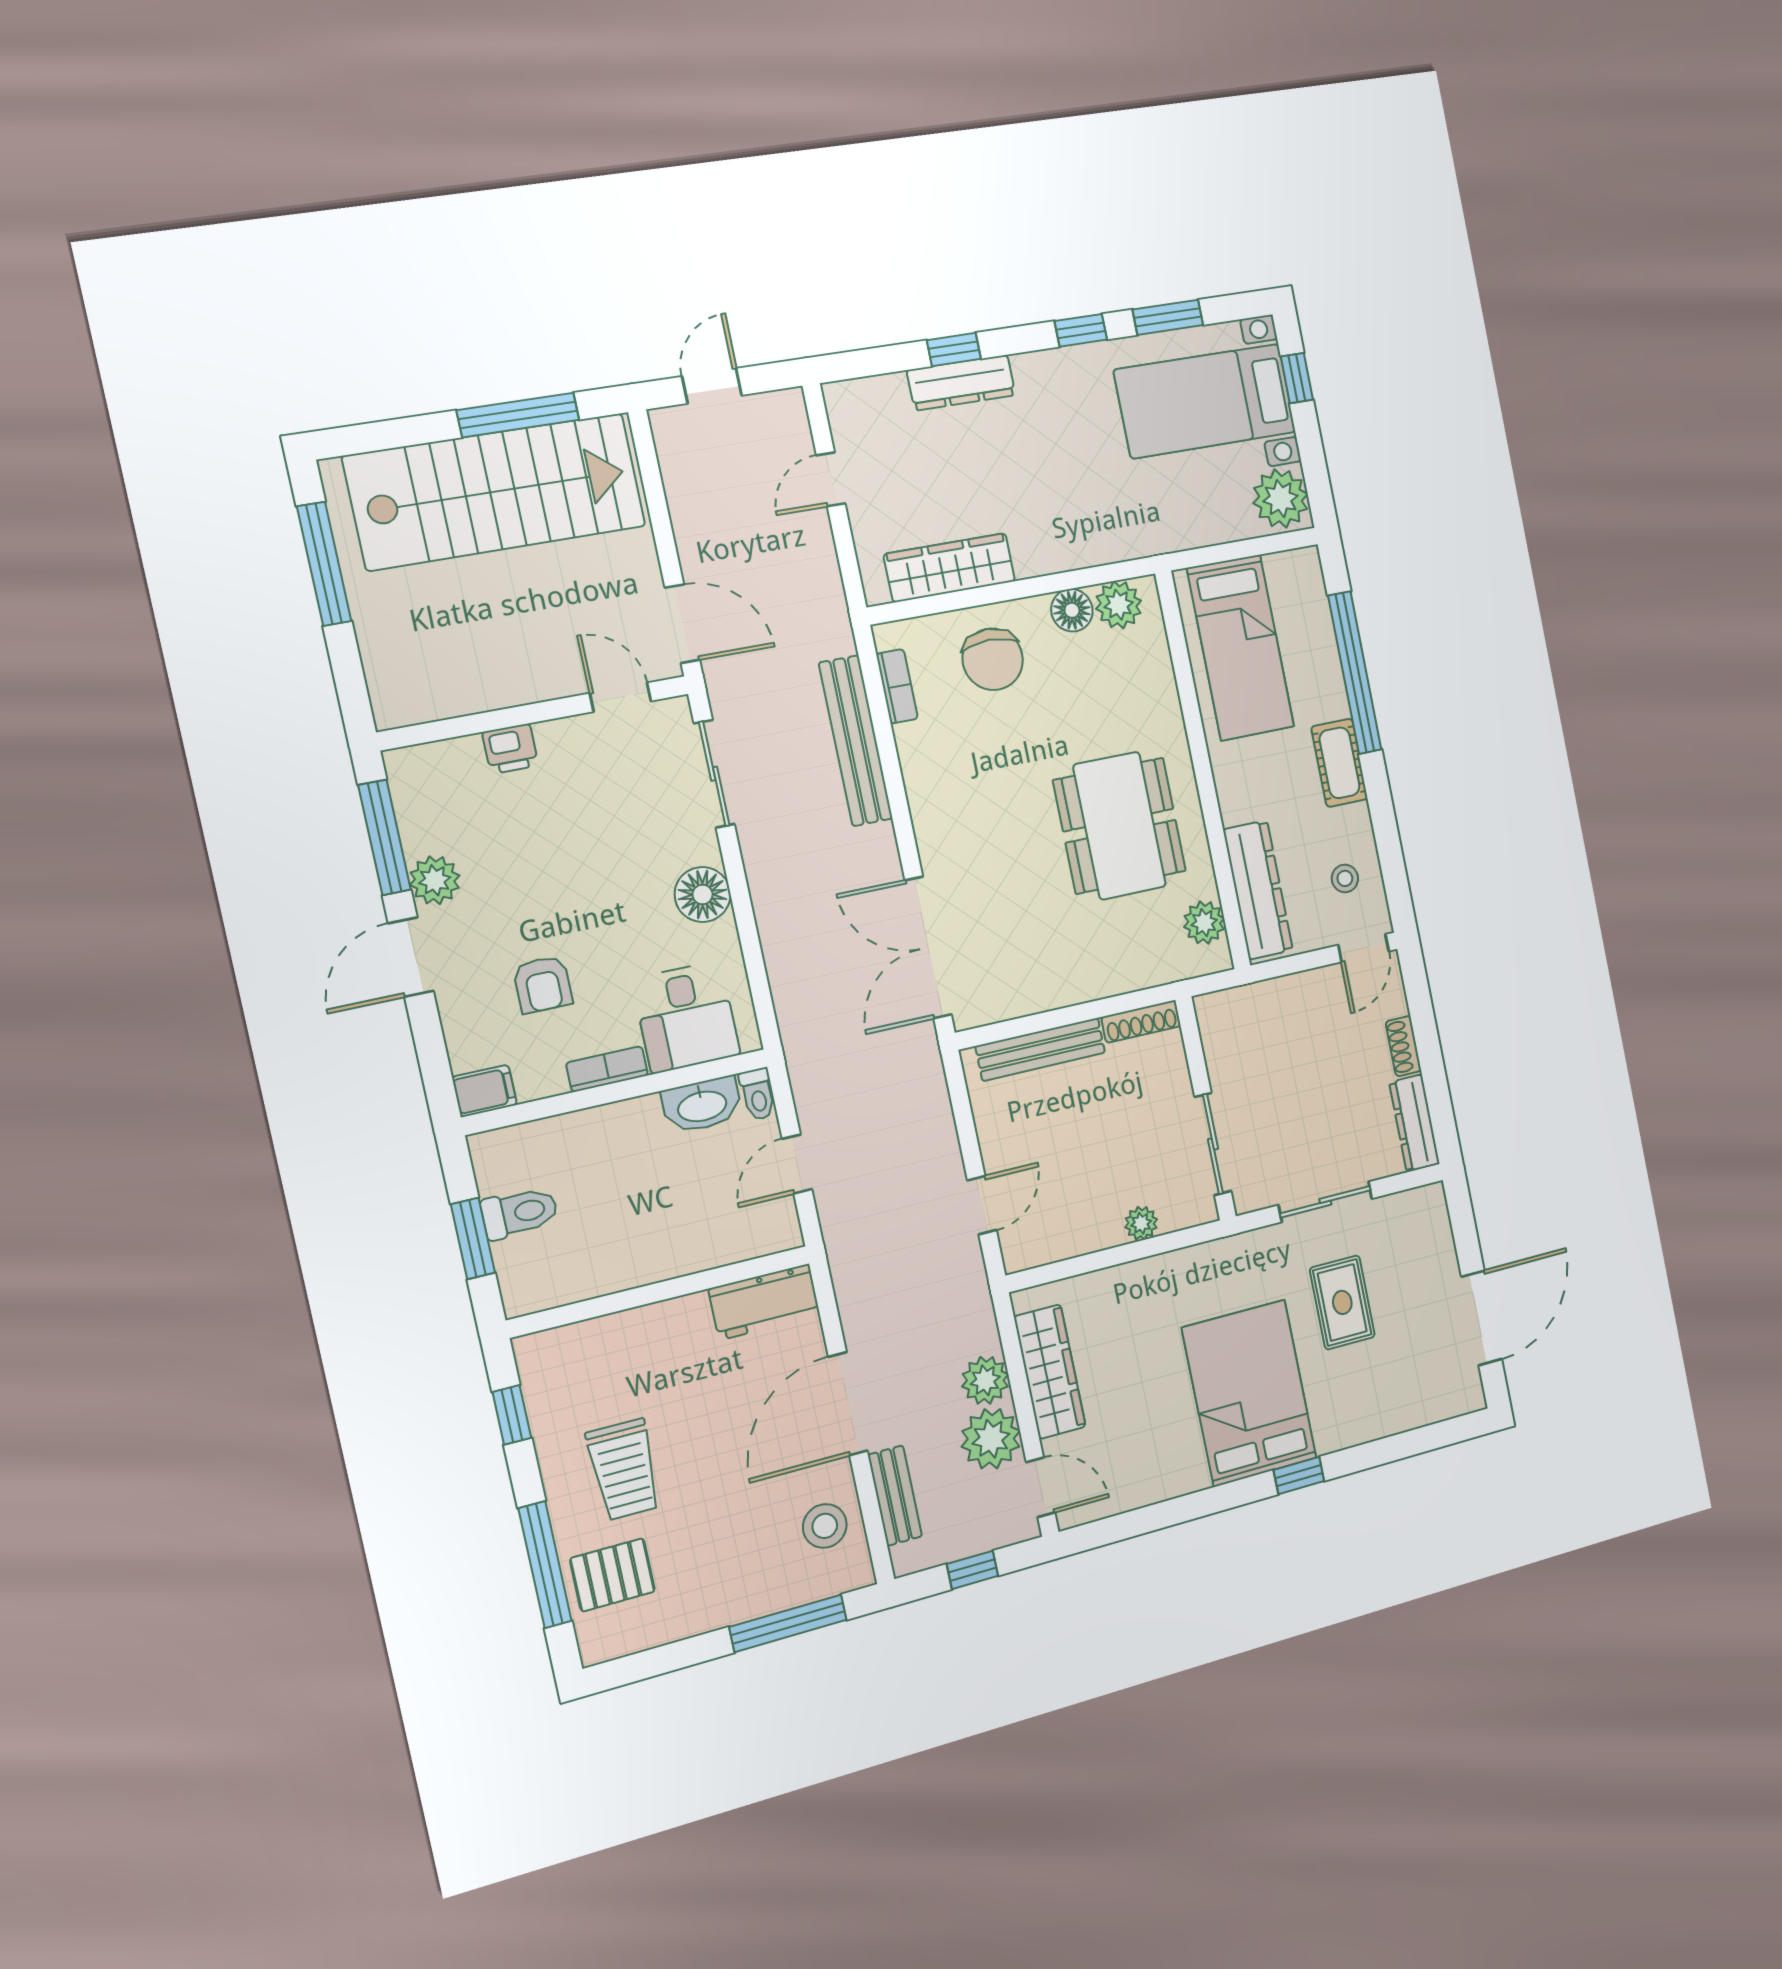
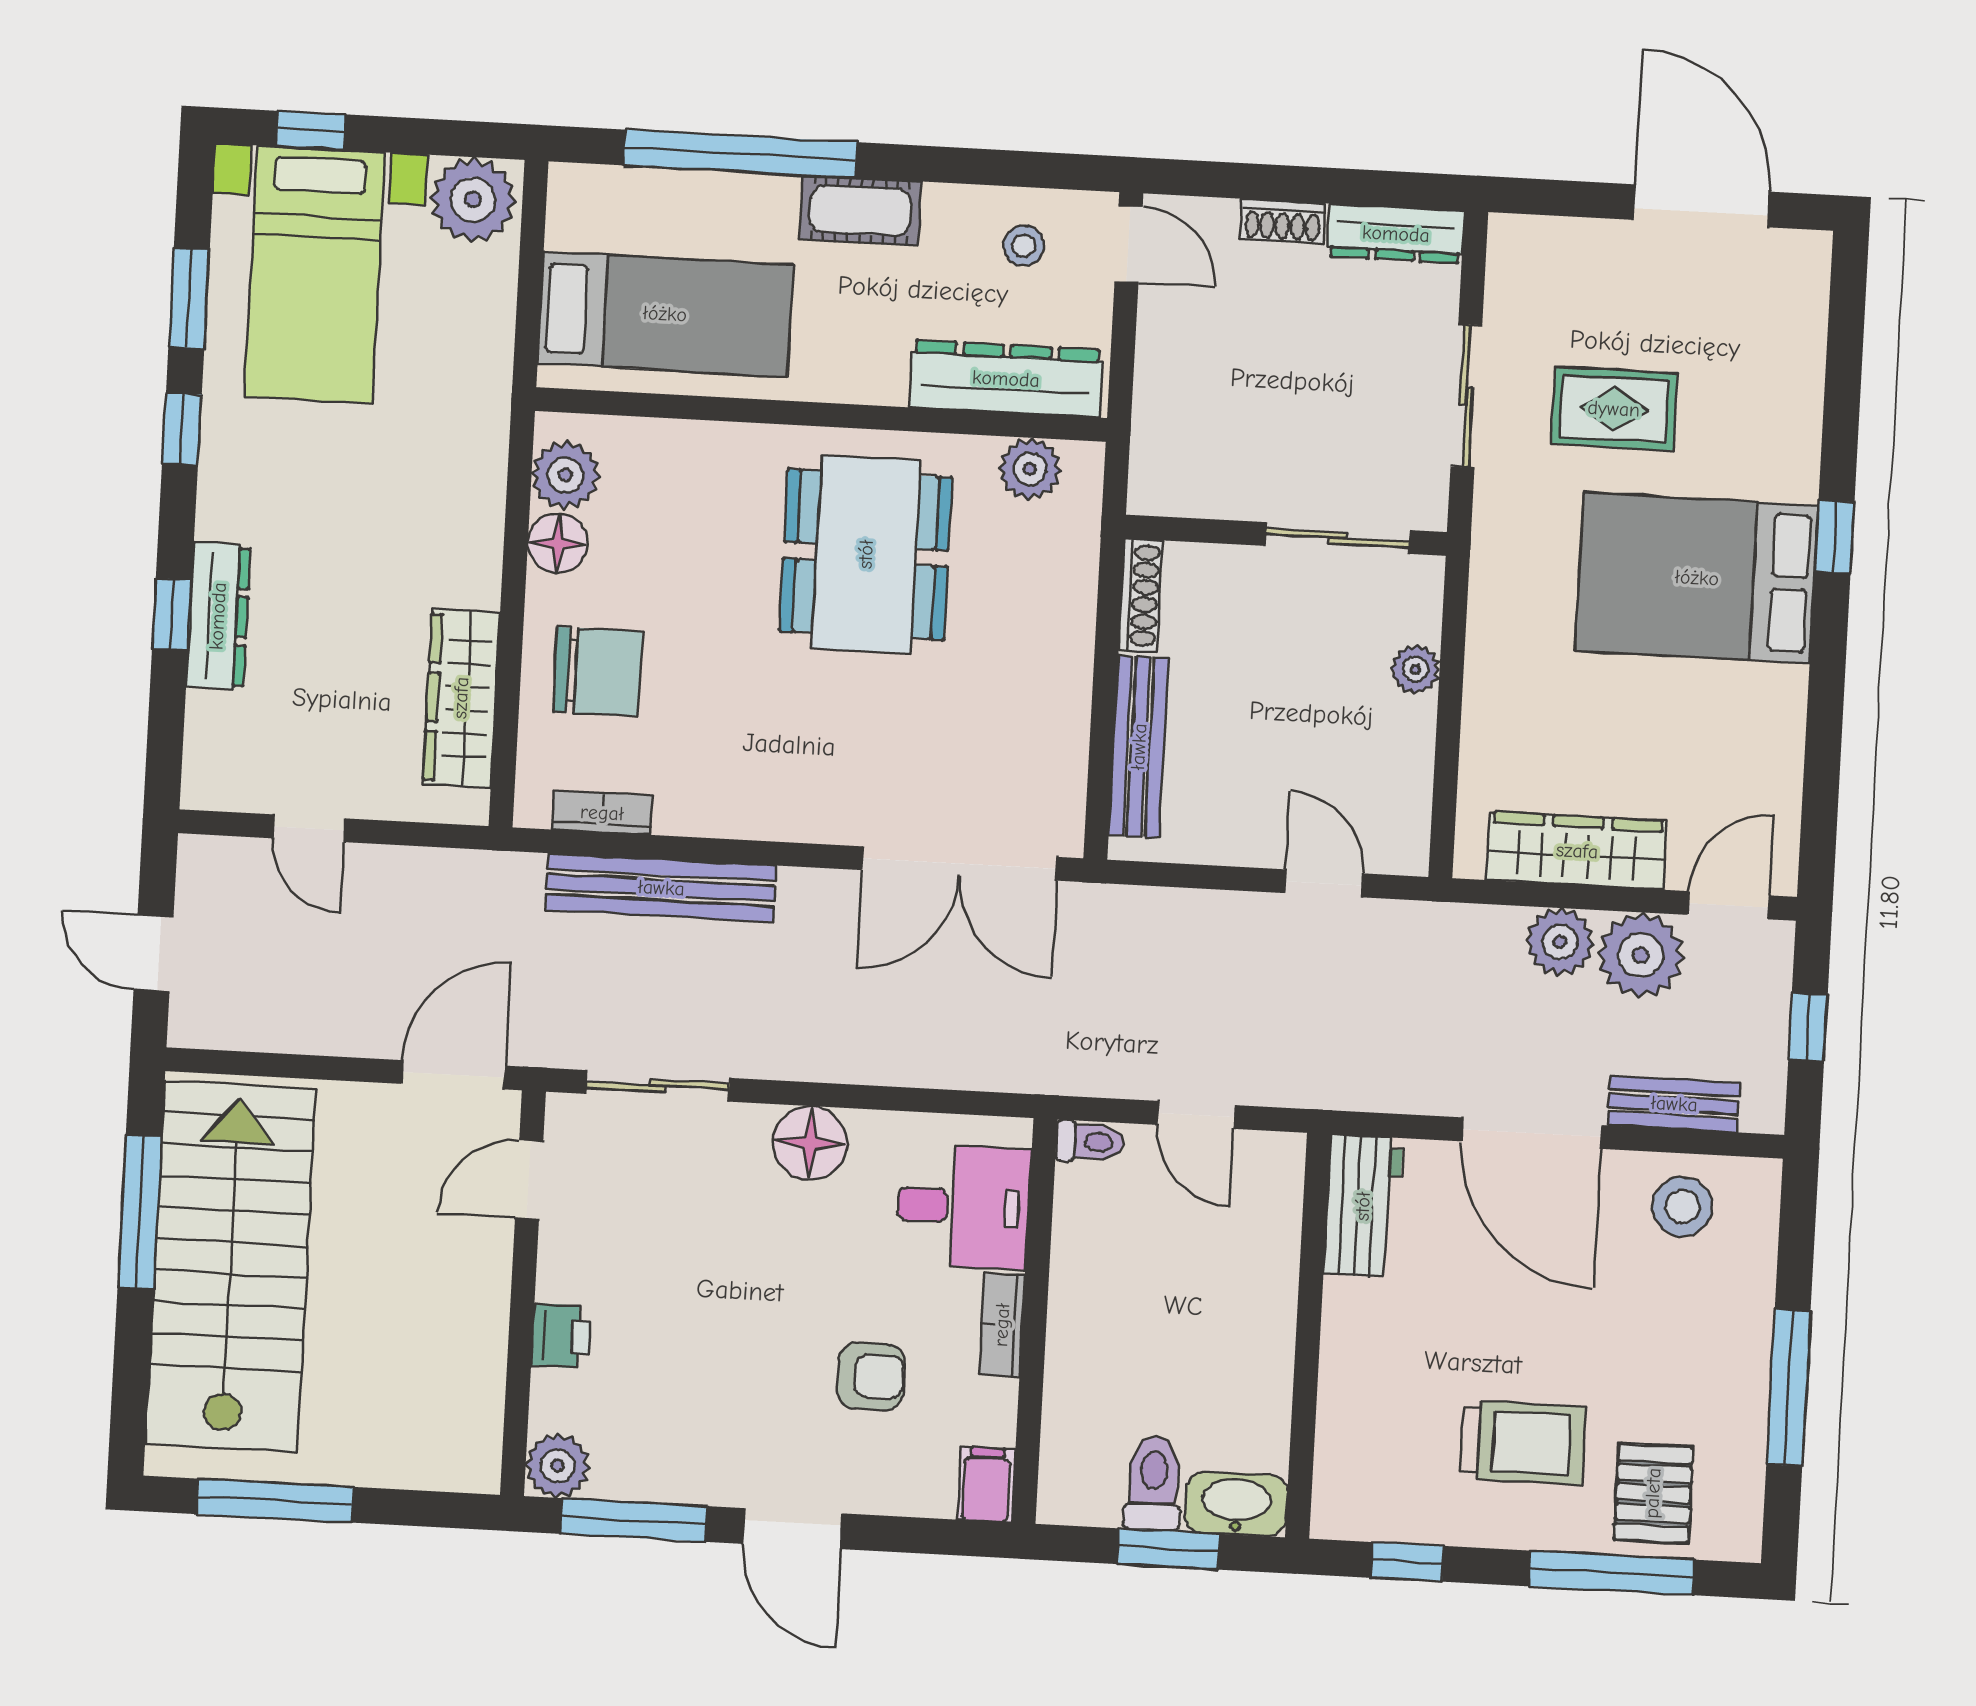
dining table: (1120, 826) -> (866, 554), turned 90
plant: (435, 880) -> (558, 1466), moved
washbasin: (702, 1105) -> (1236, 1504), moved, turned -90
window: (788, 1623) -> (1788, 1388), moved

